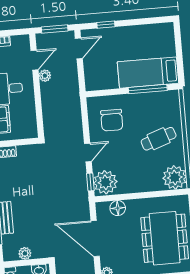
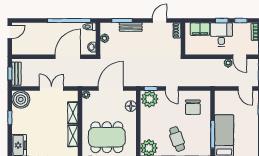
chair: (112, 120) -> (193, 107), turned -90

